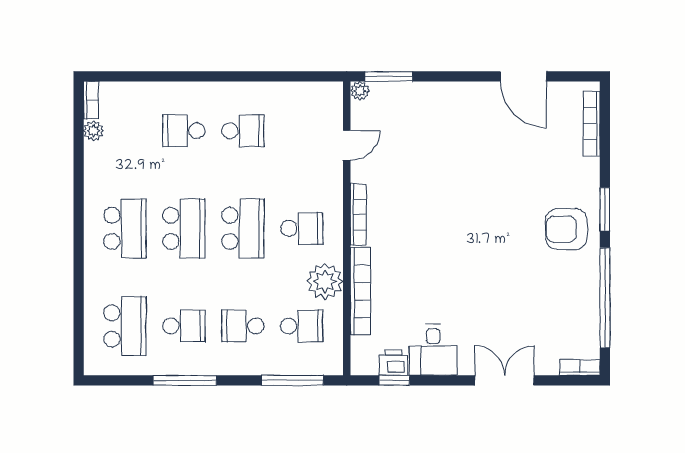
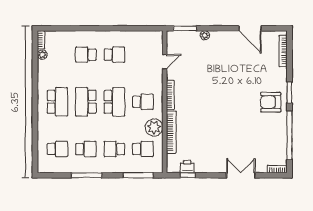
plant: (360, 91) -> (205, 35), moved
school desk: (184, 228) -> (86, 102), turned 180
school desk: (125, 326) -> (57, 149), width x0.54
desk: (433, 350) -> (206, 161), removed

